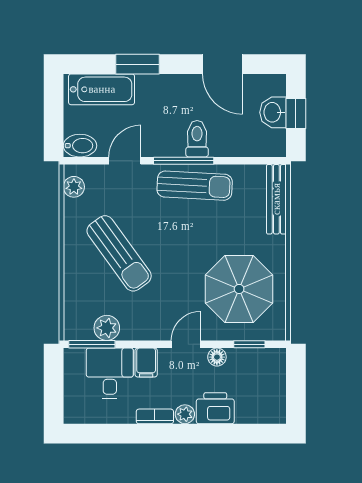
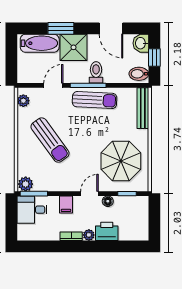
shower: (159, 96) -> (73, 47), added
washbasin: (273, 112) -> (141, 43), moved
bidet: (80, 146) -> (139, 74), moved, turned 180
plant: (107, 328) -> (26, 184), moved
desk: (110, 373) -> (32, 210), moved, turned -90

